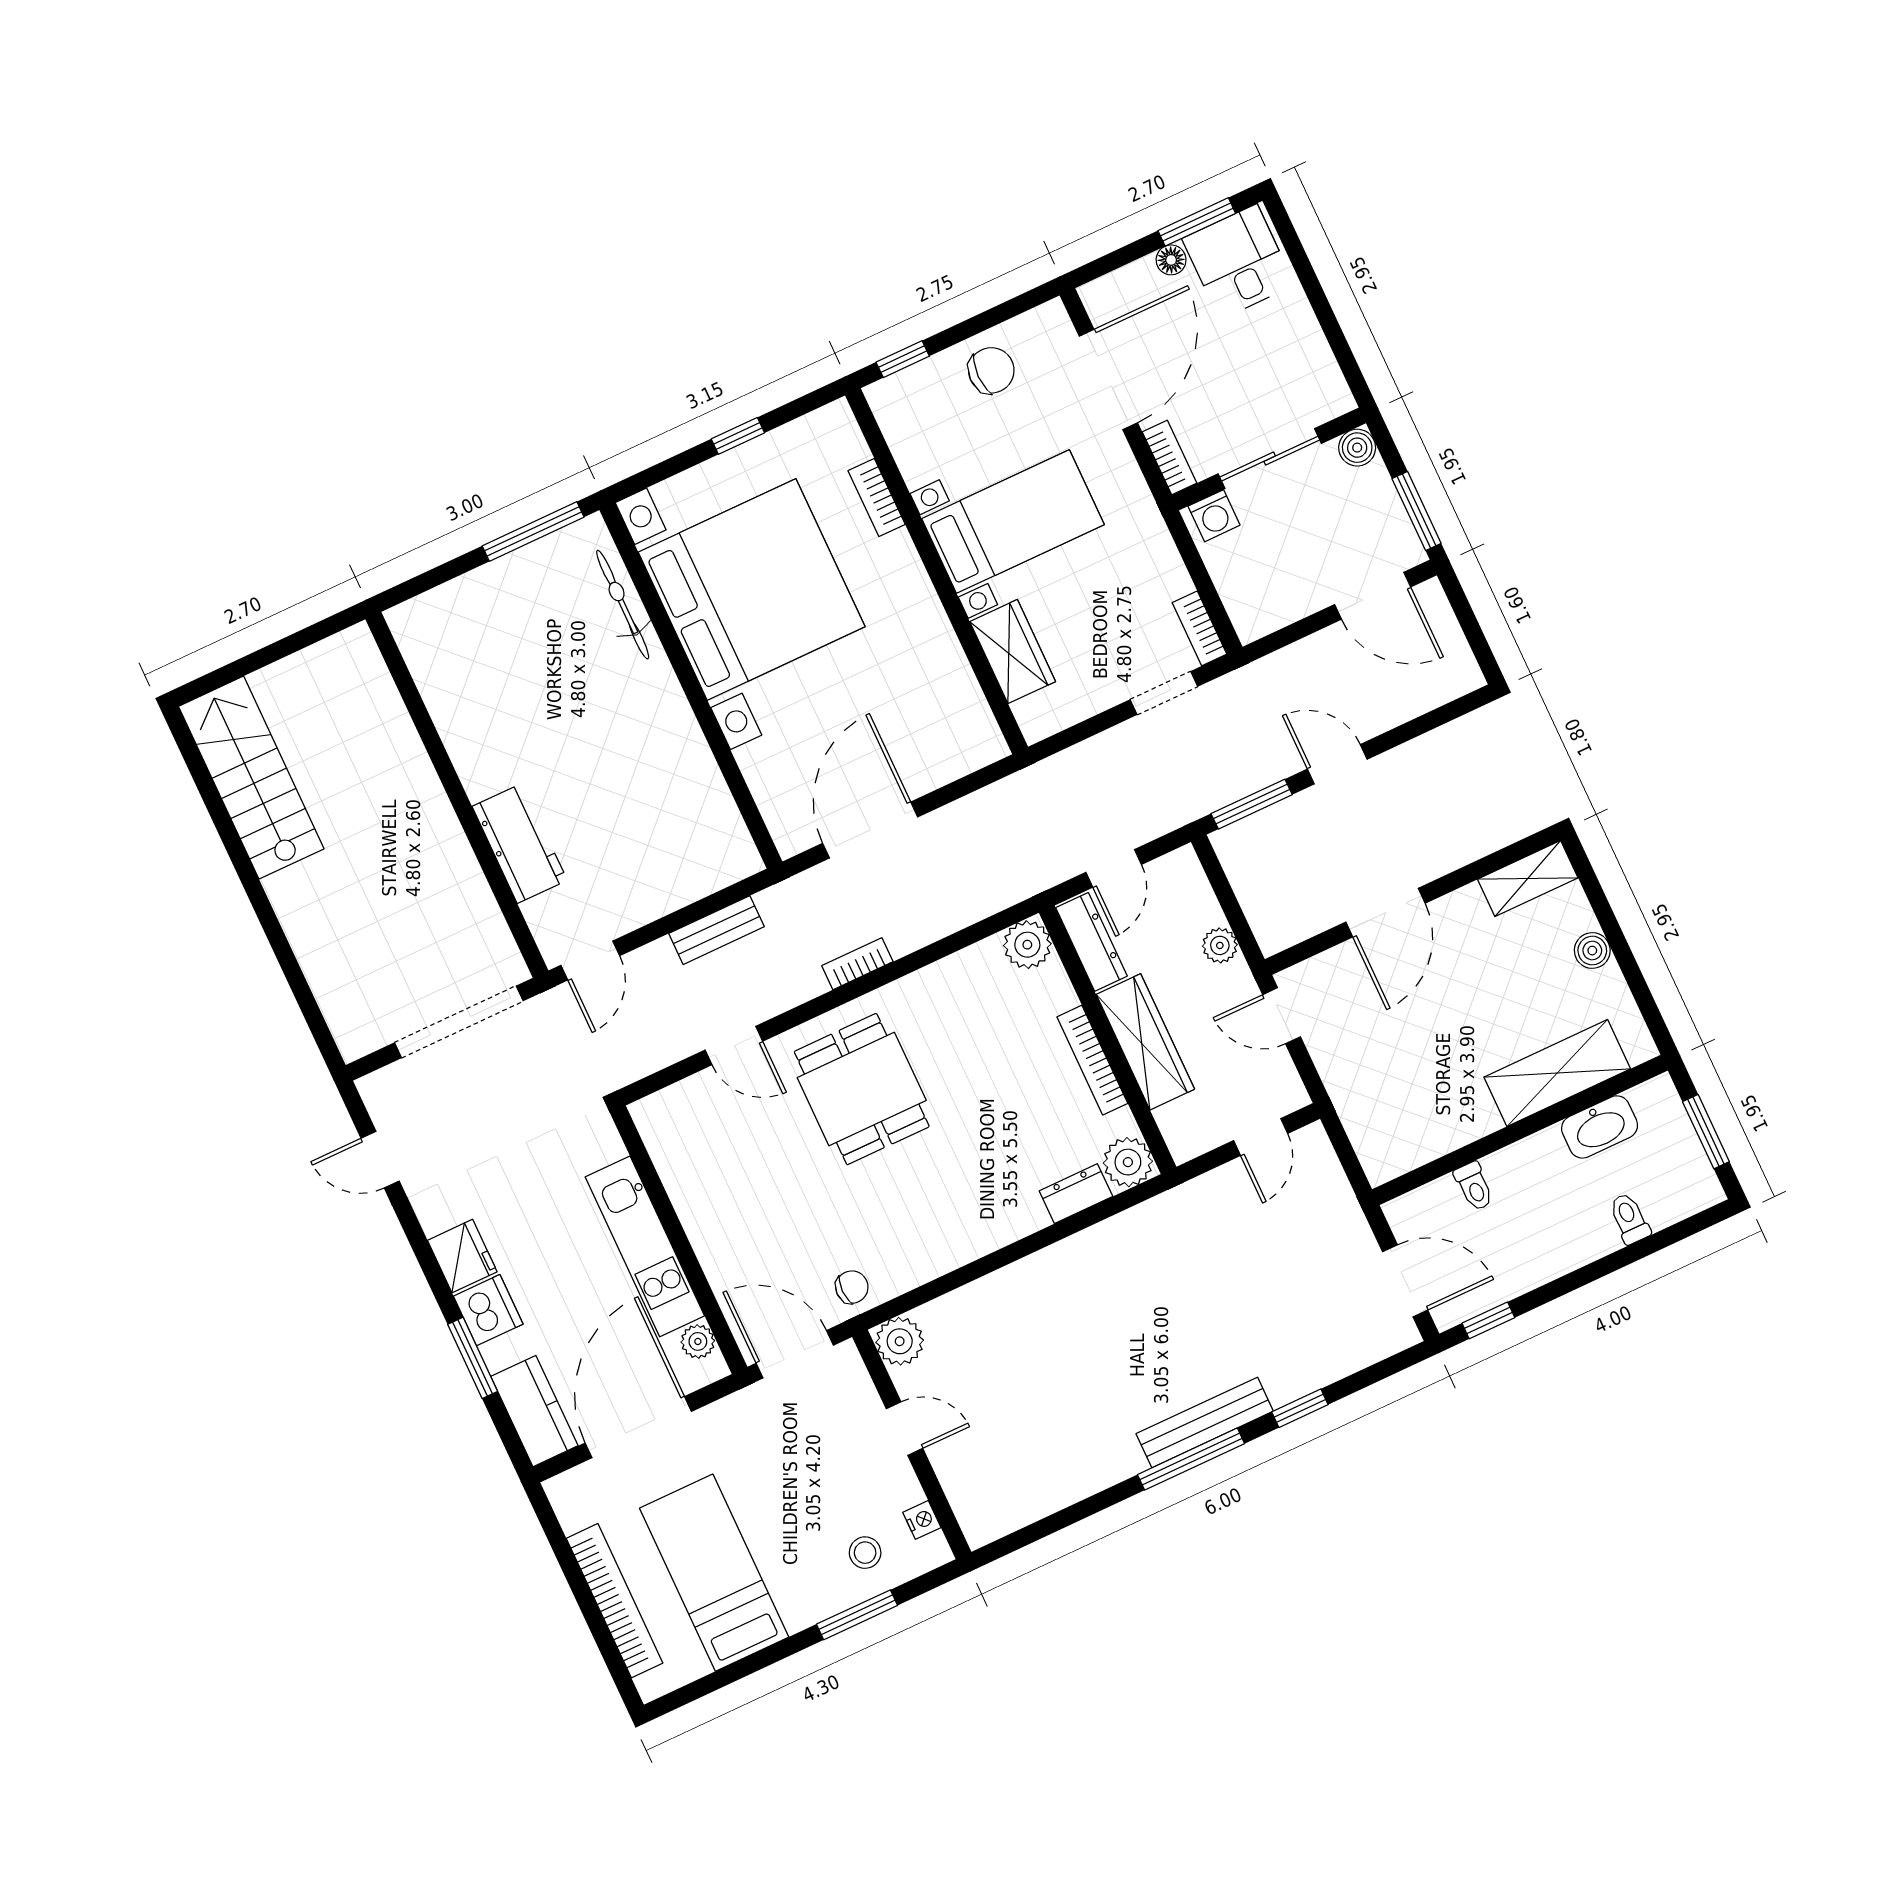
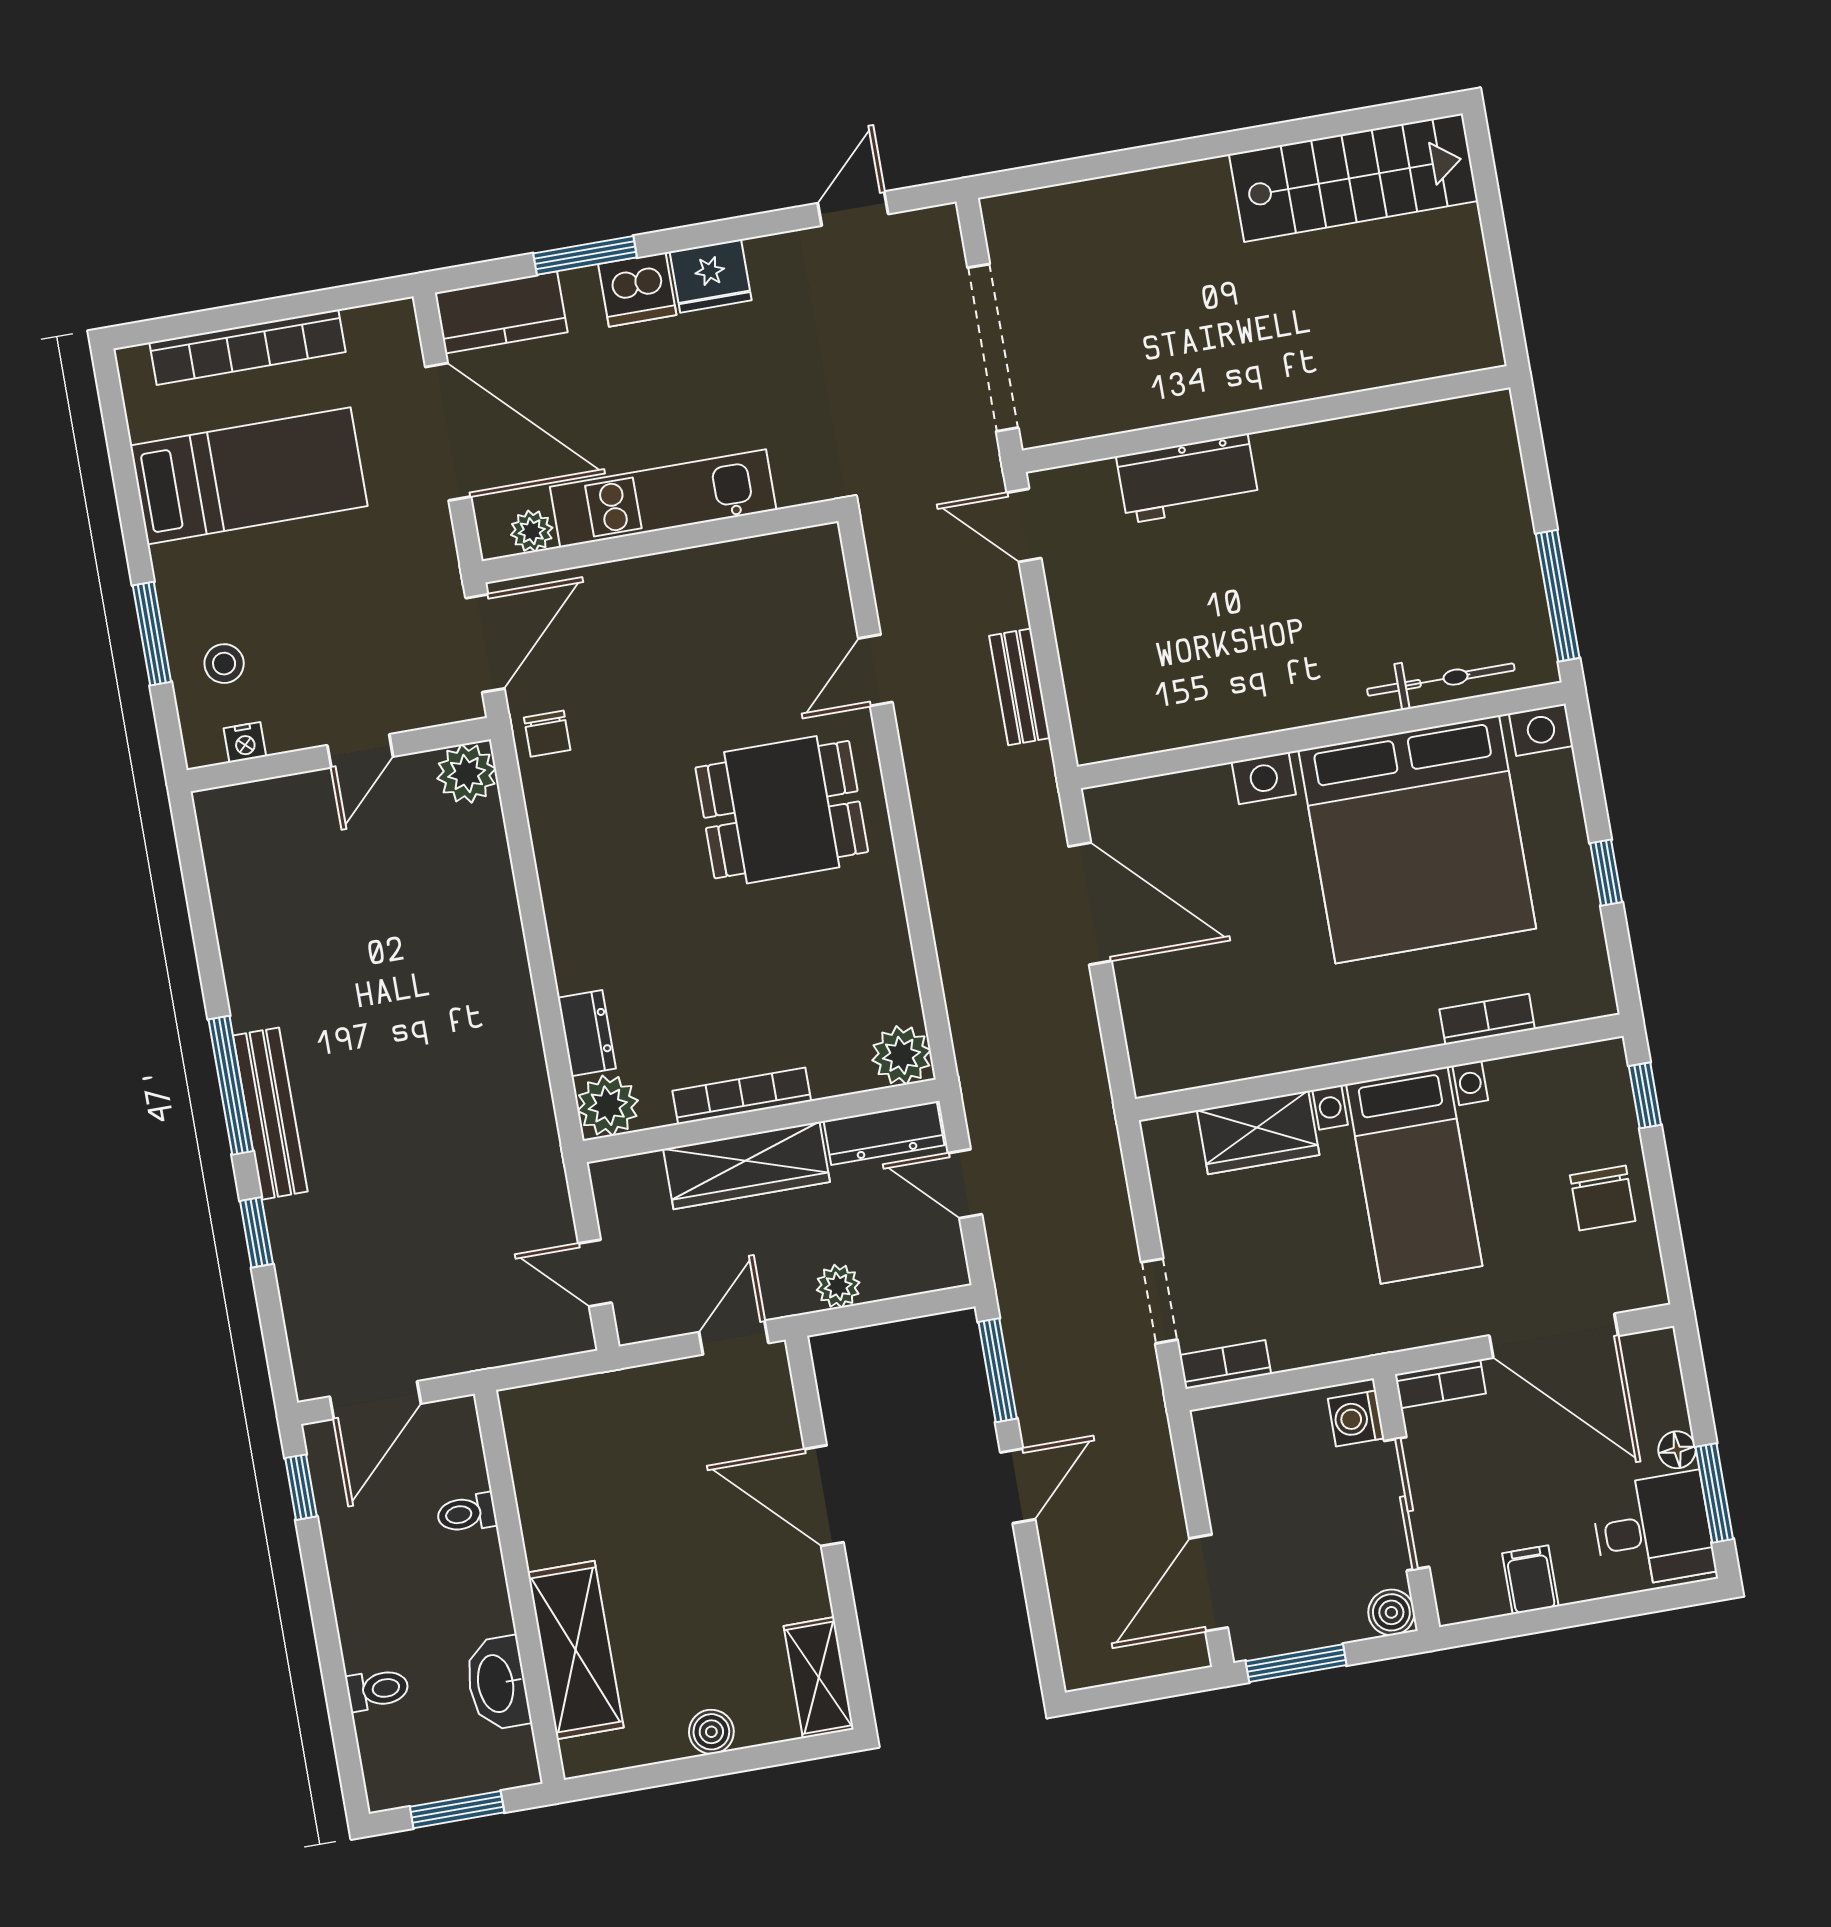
filing cabinet: (1303, 347) -> (1530, 1580), added
bookcase: (857, 964) -> (934, 845), removed

